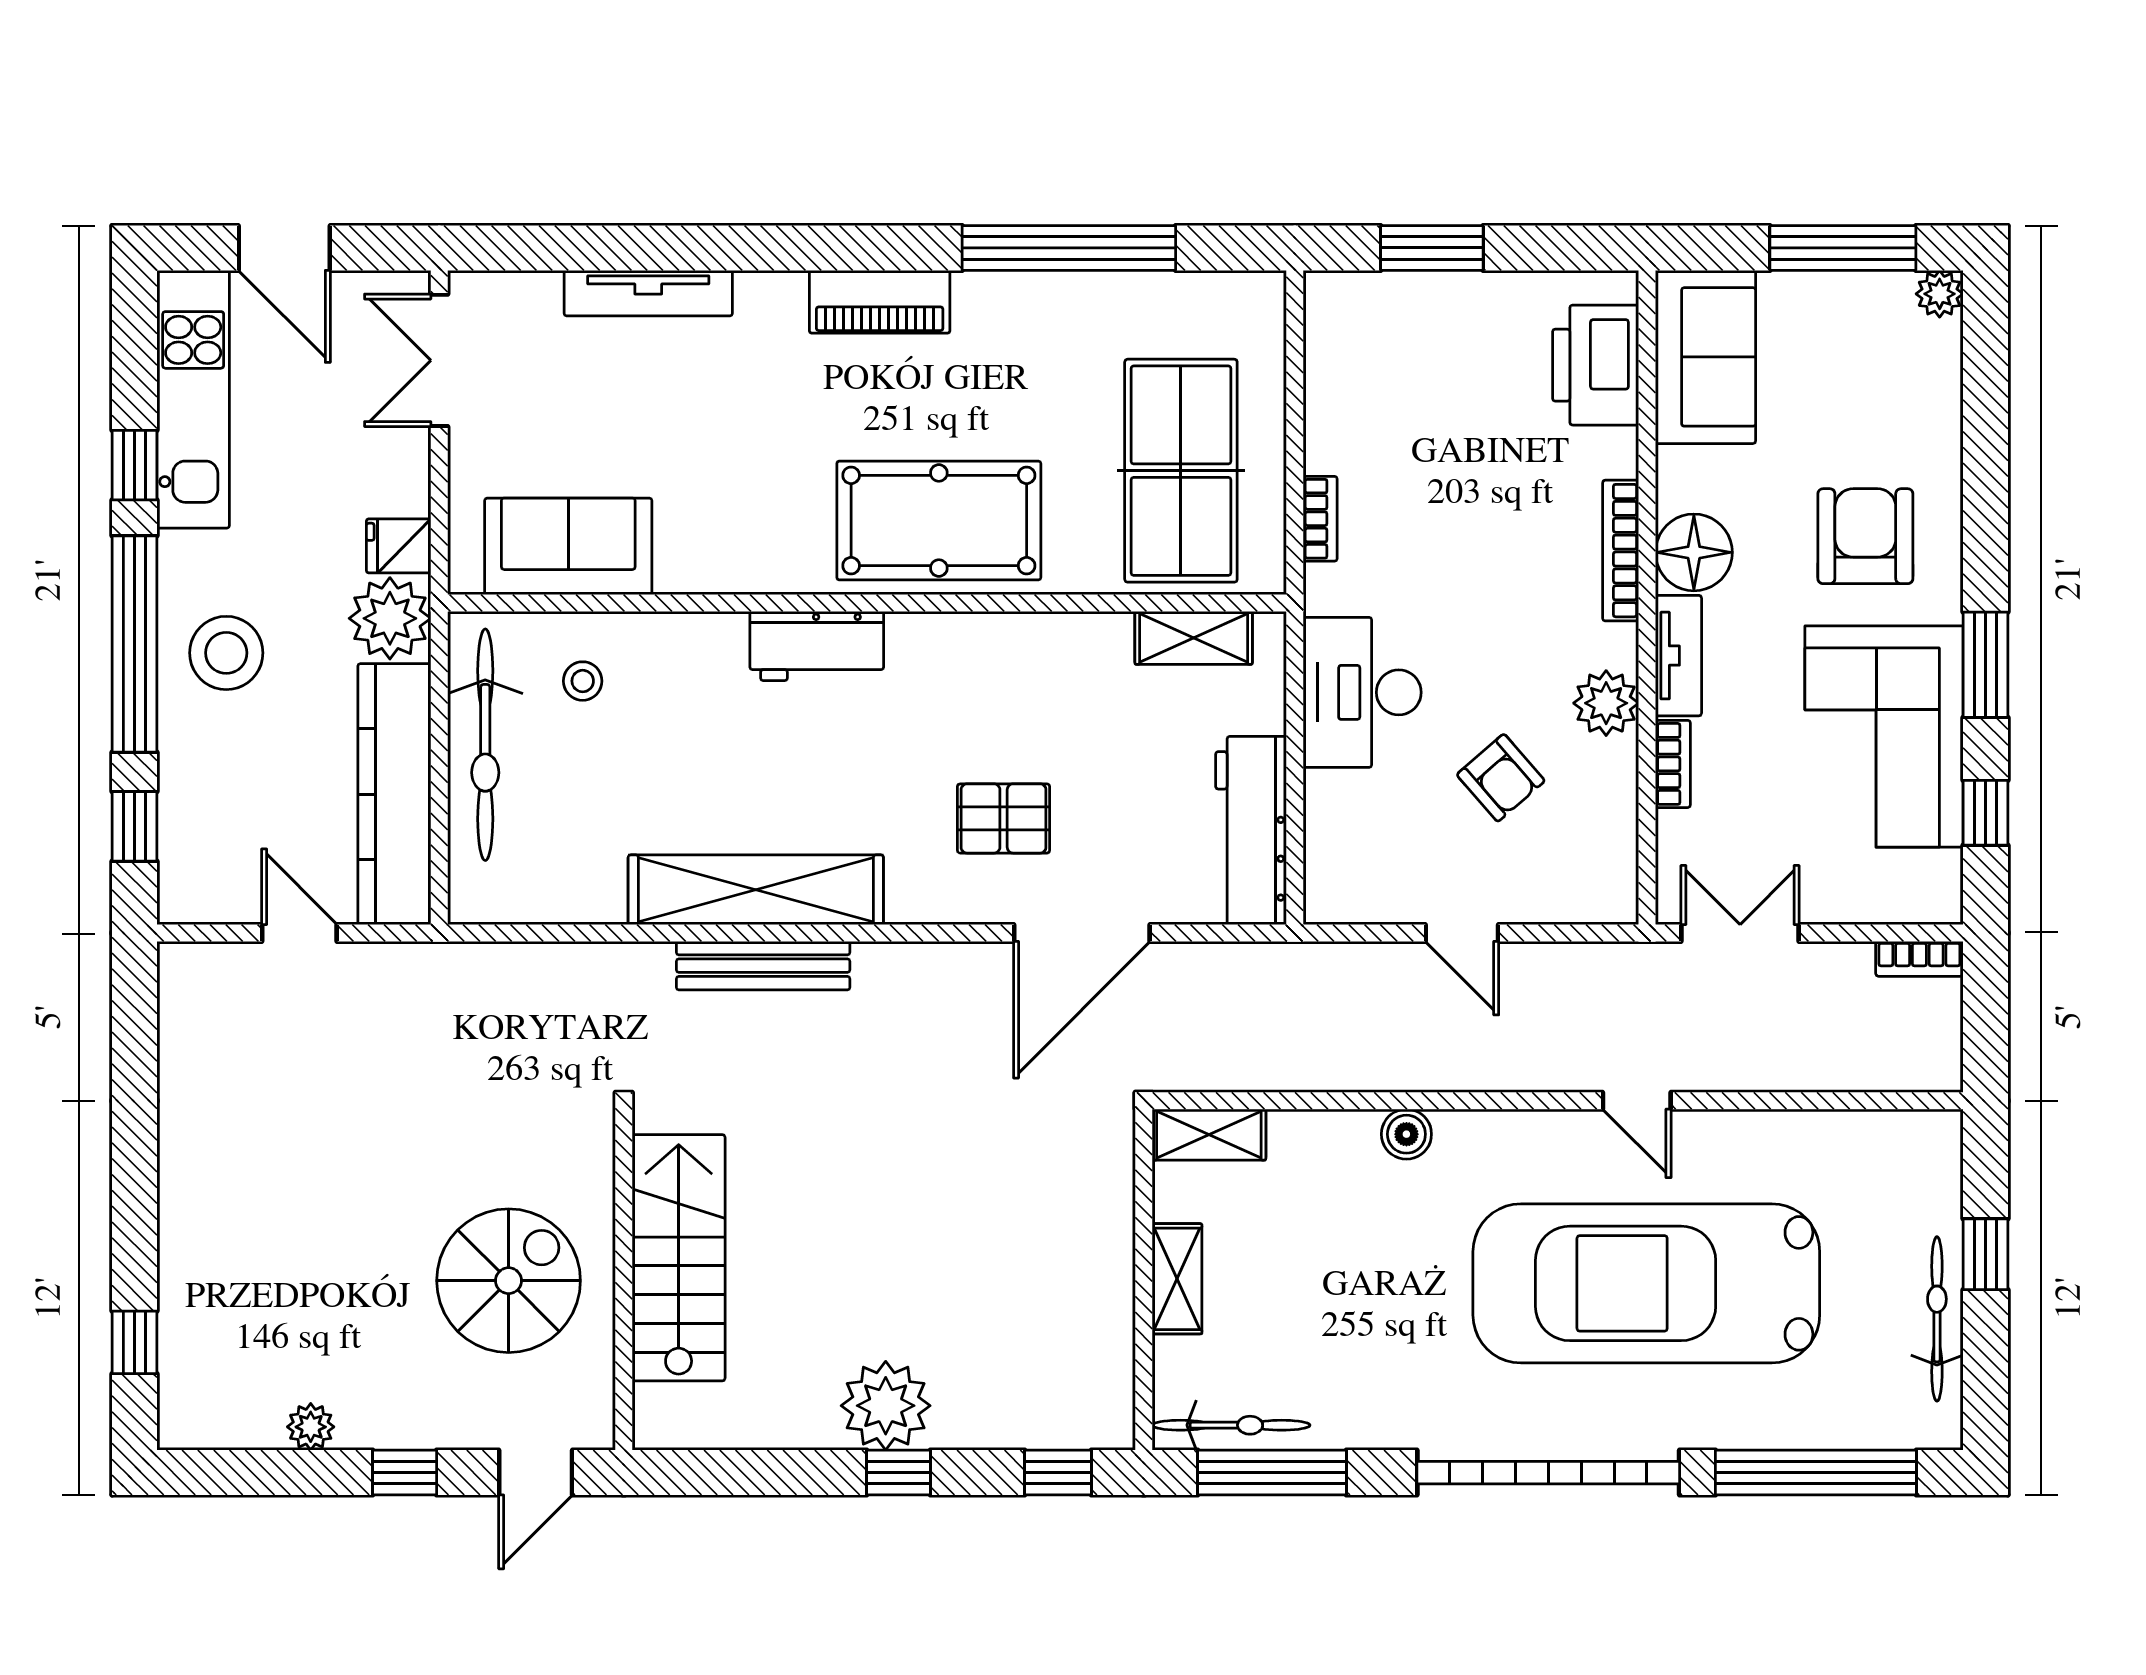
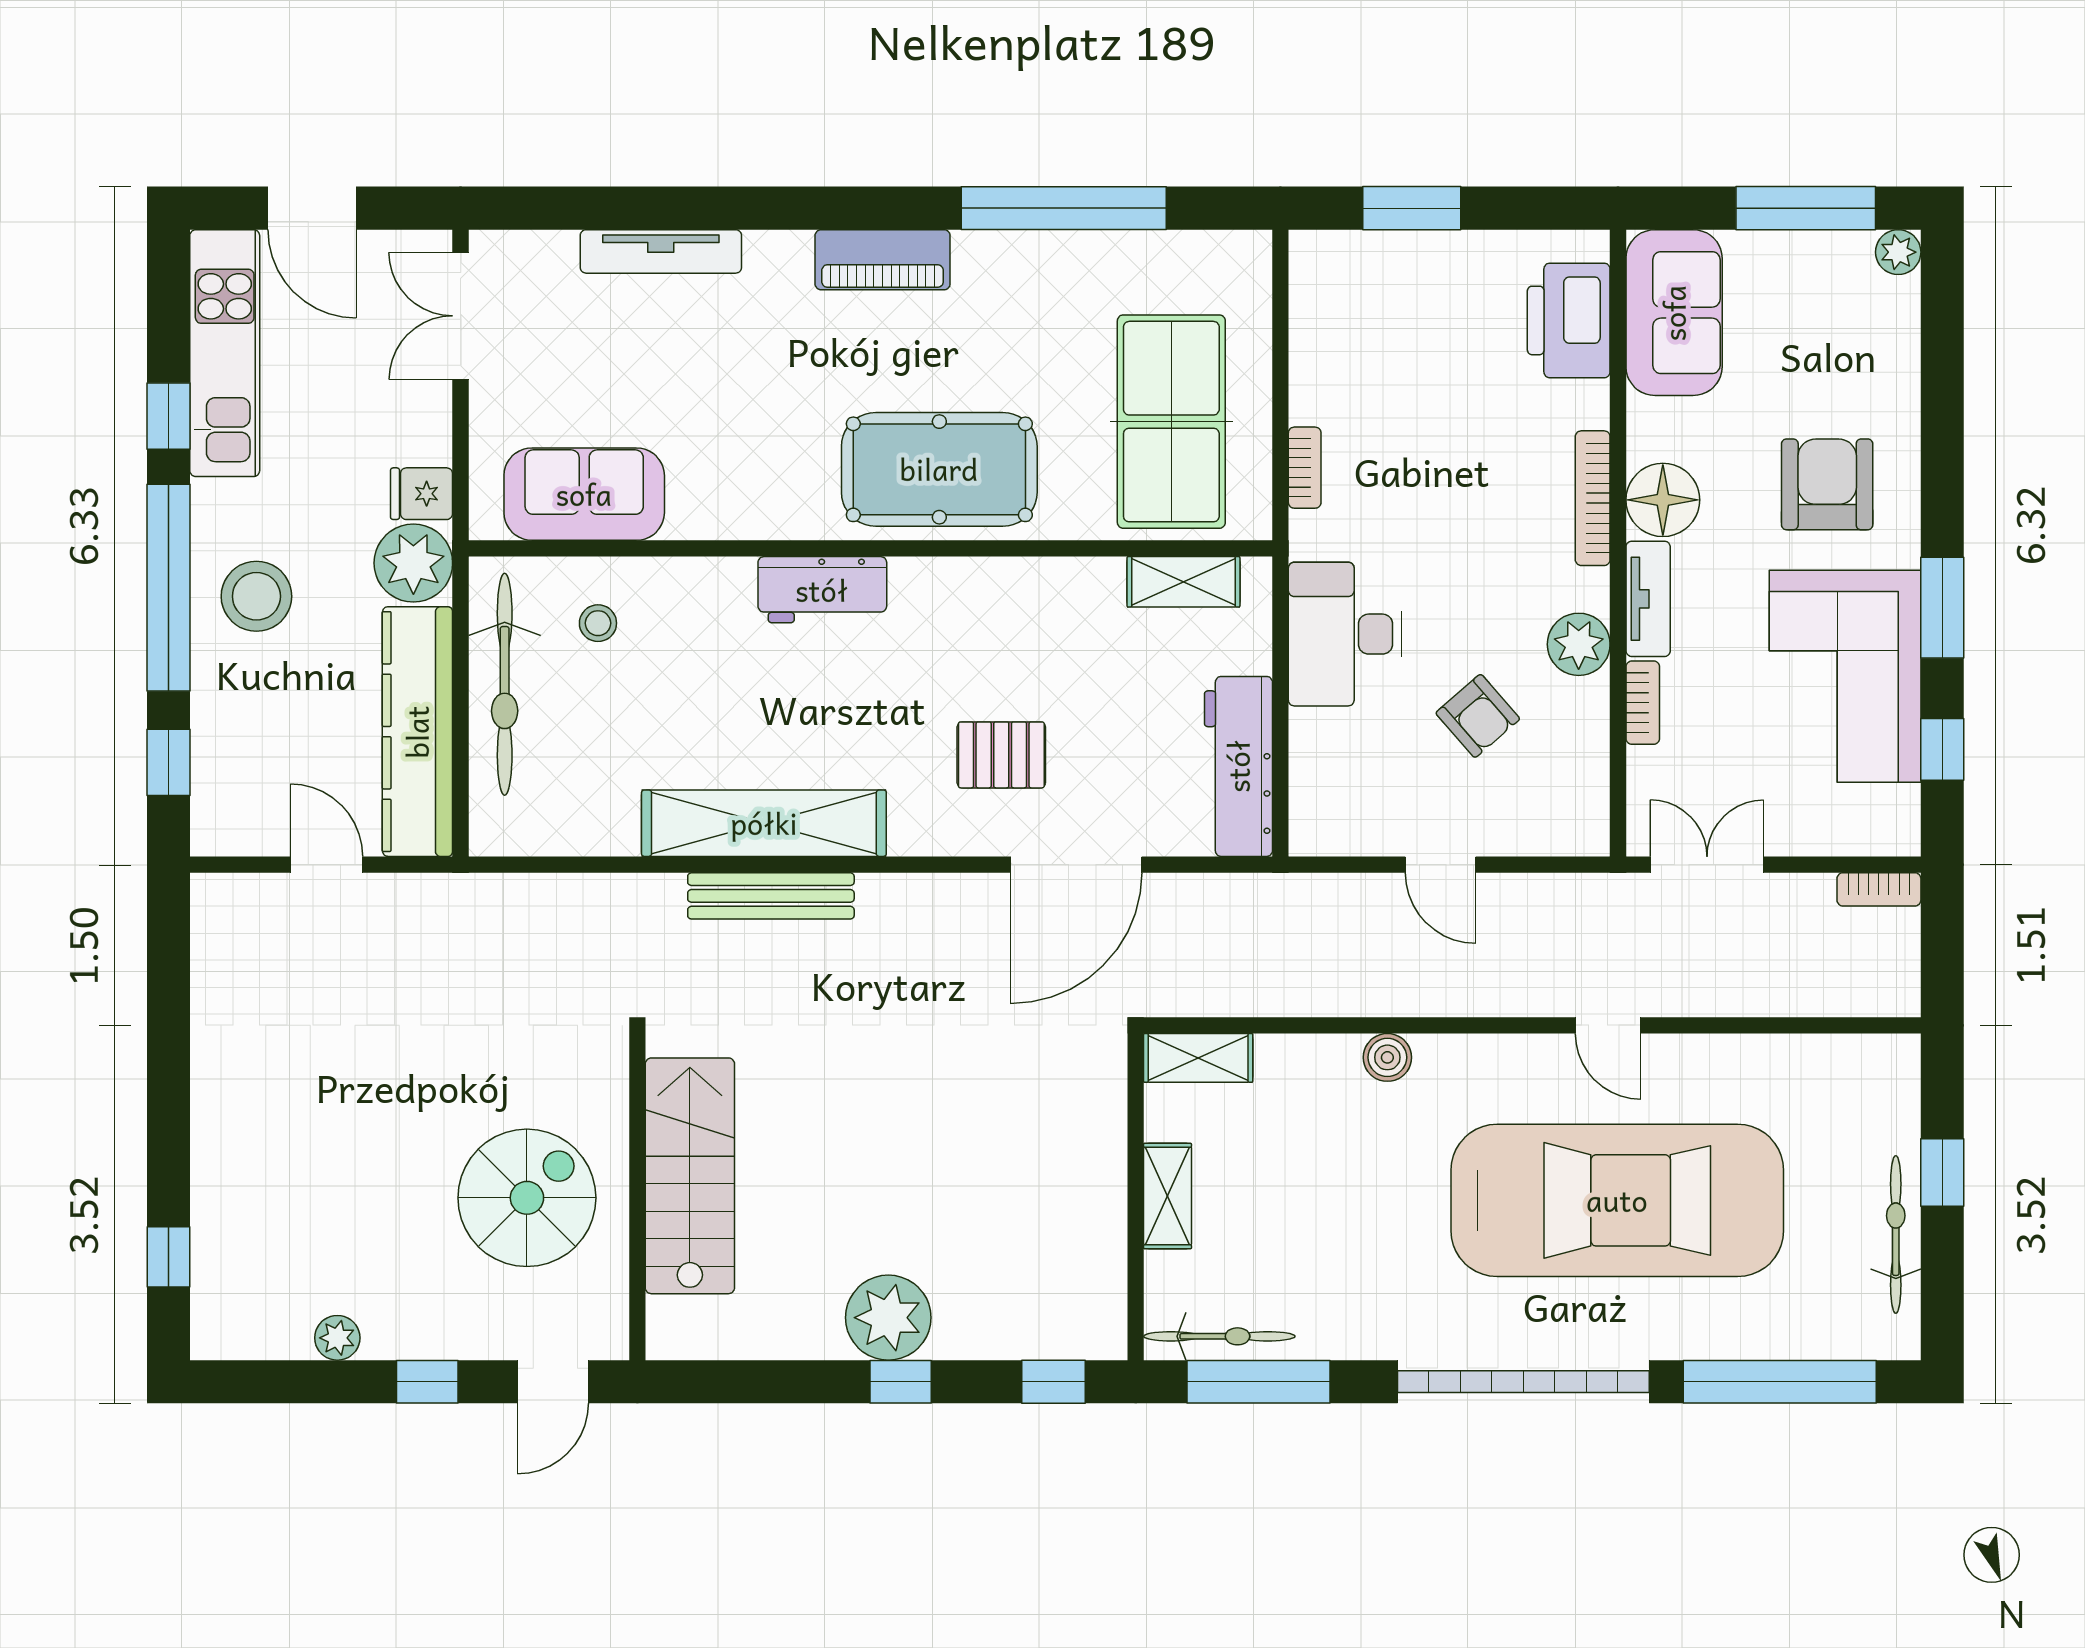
car: (1646, 1283) -> (1617, 1200), turned 180

